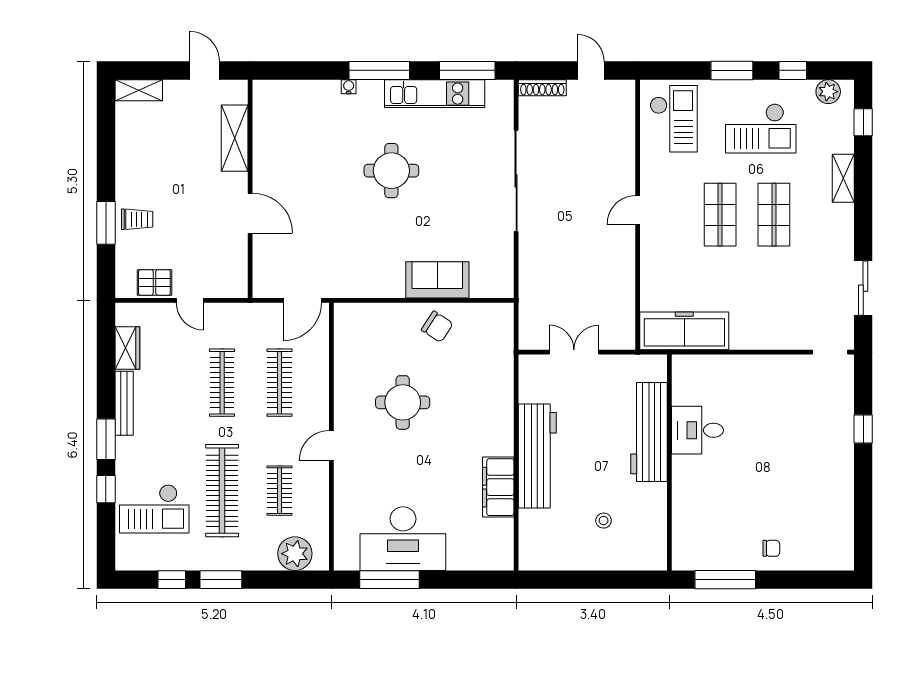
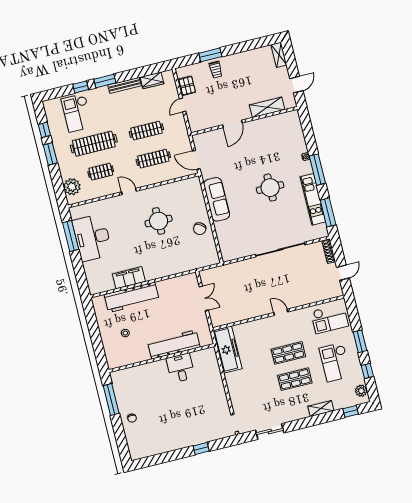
sofa: (437, 280) -> (217, 199), moved, width x1.36
workbench: (537, 456) -> (132, 297), moved

